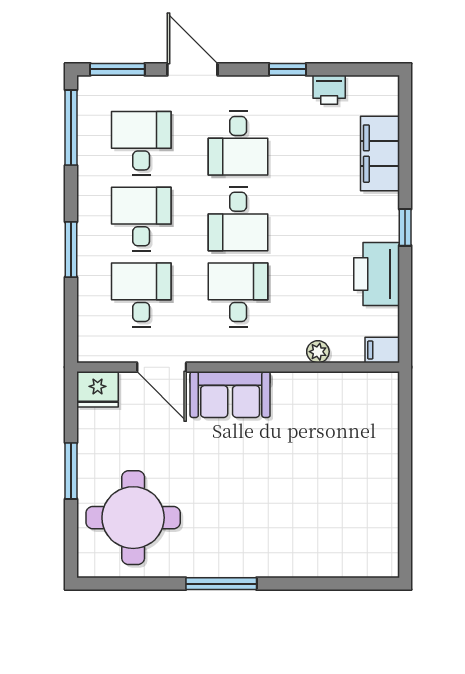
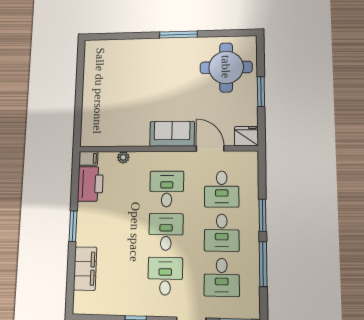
printer: (329, 90) -> (112, 307), removed
window: (71, 128) -> (263, 264), moved
window: (405, 227) -> (73, 226), width x1.50
printer: (377, 274) -> (90, 184), moved
desk: (238, 295) -> (167, 189), turned 180

